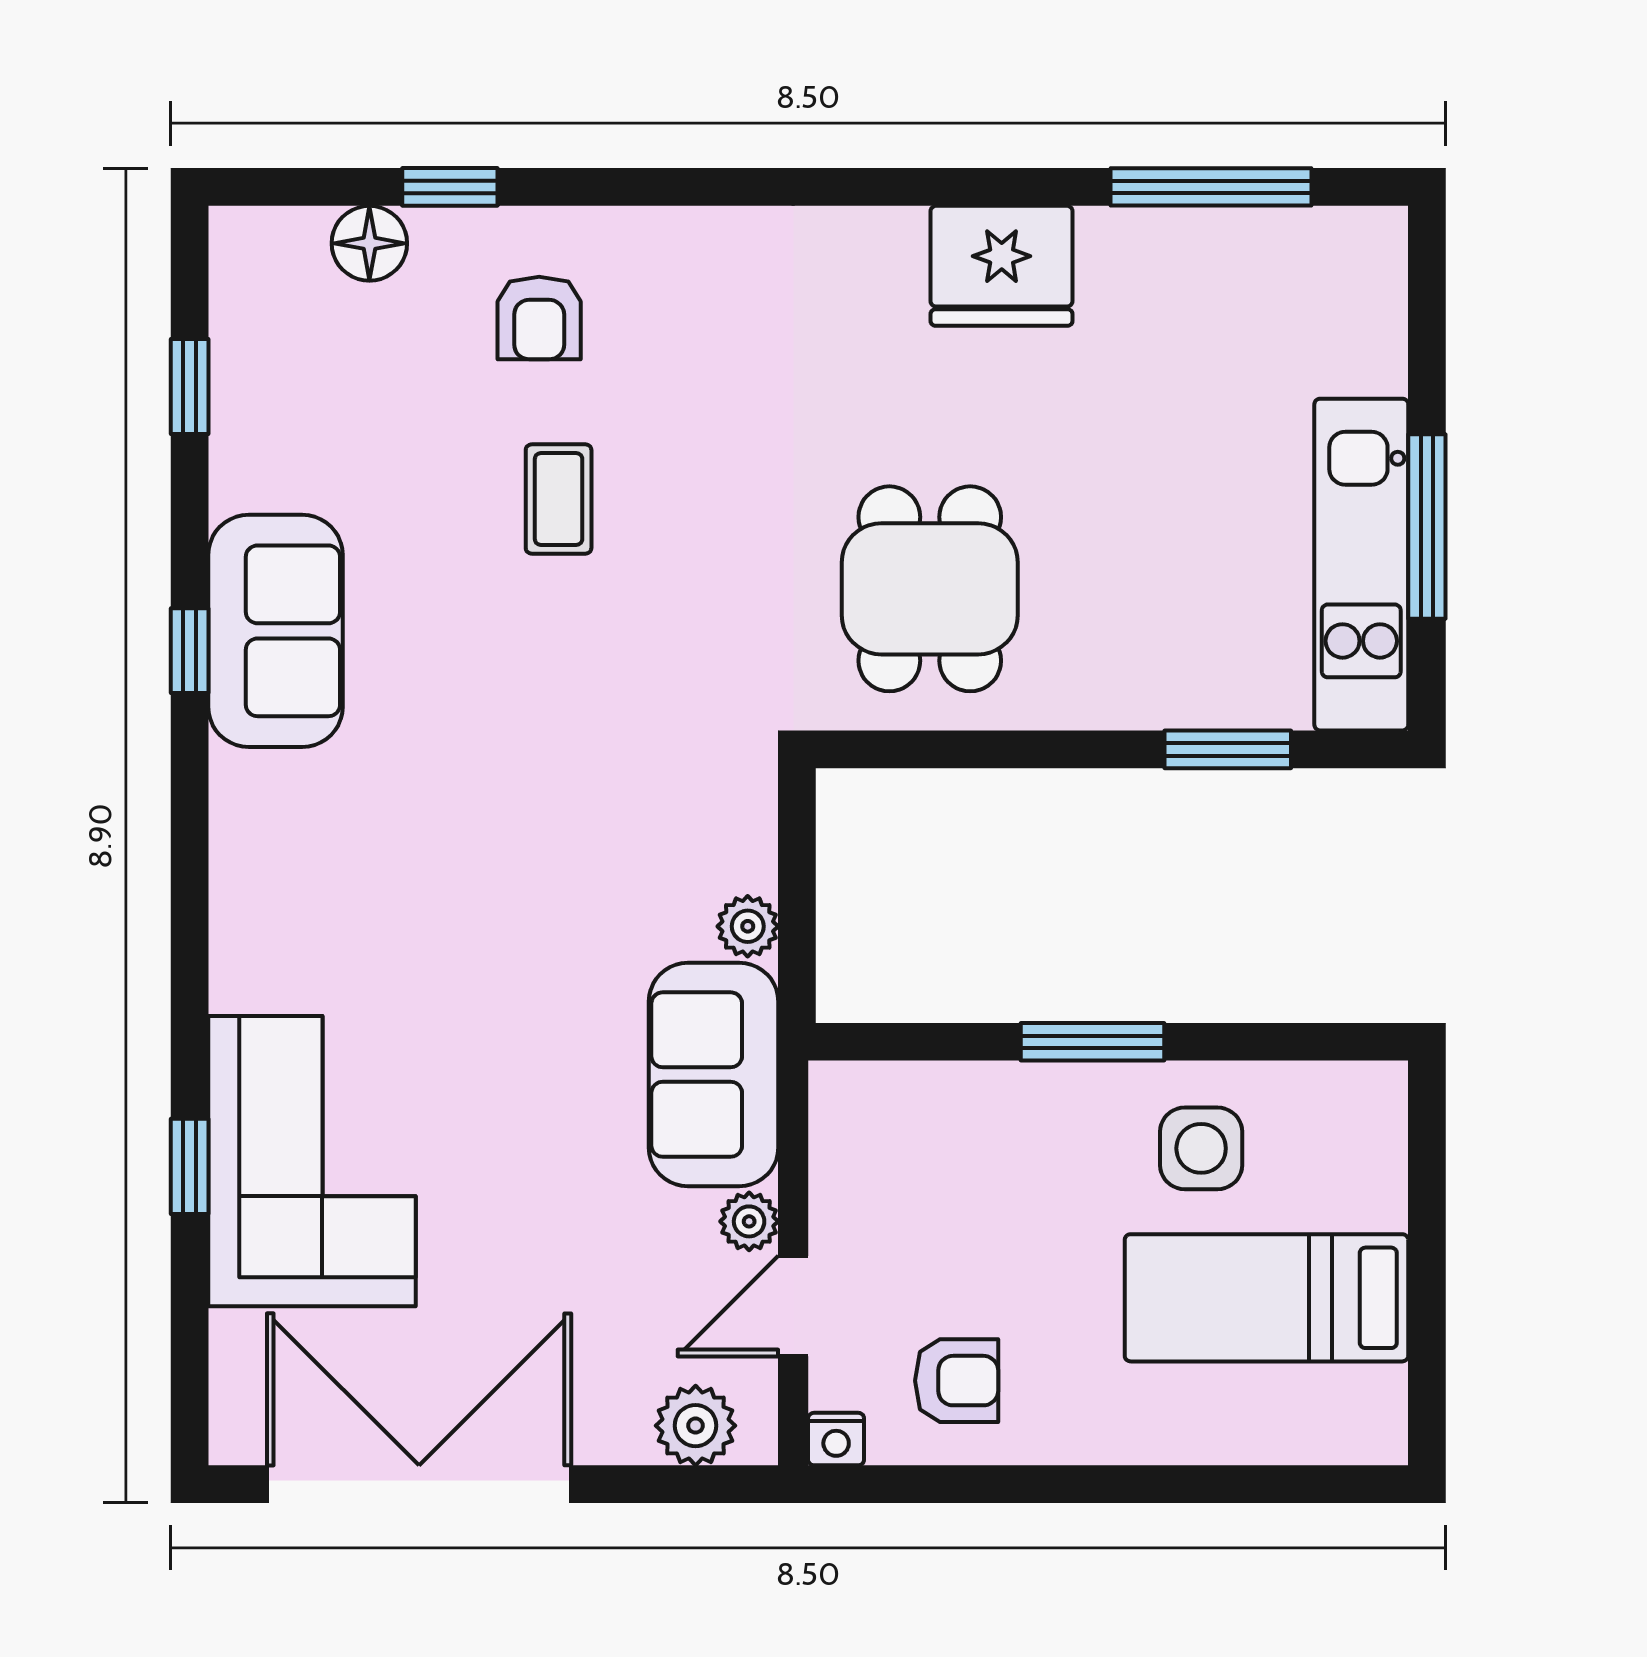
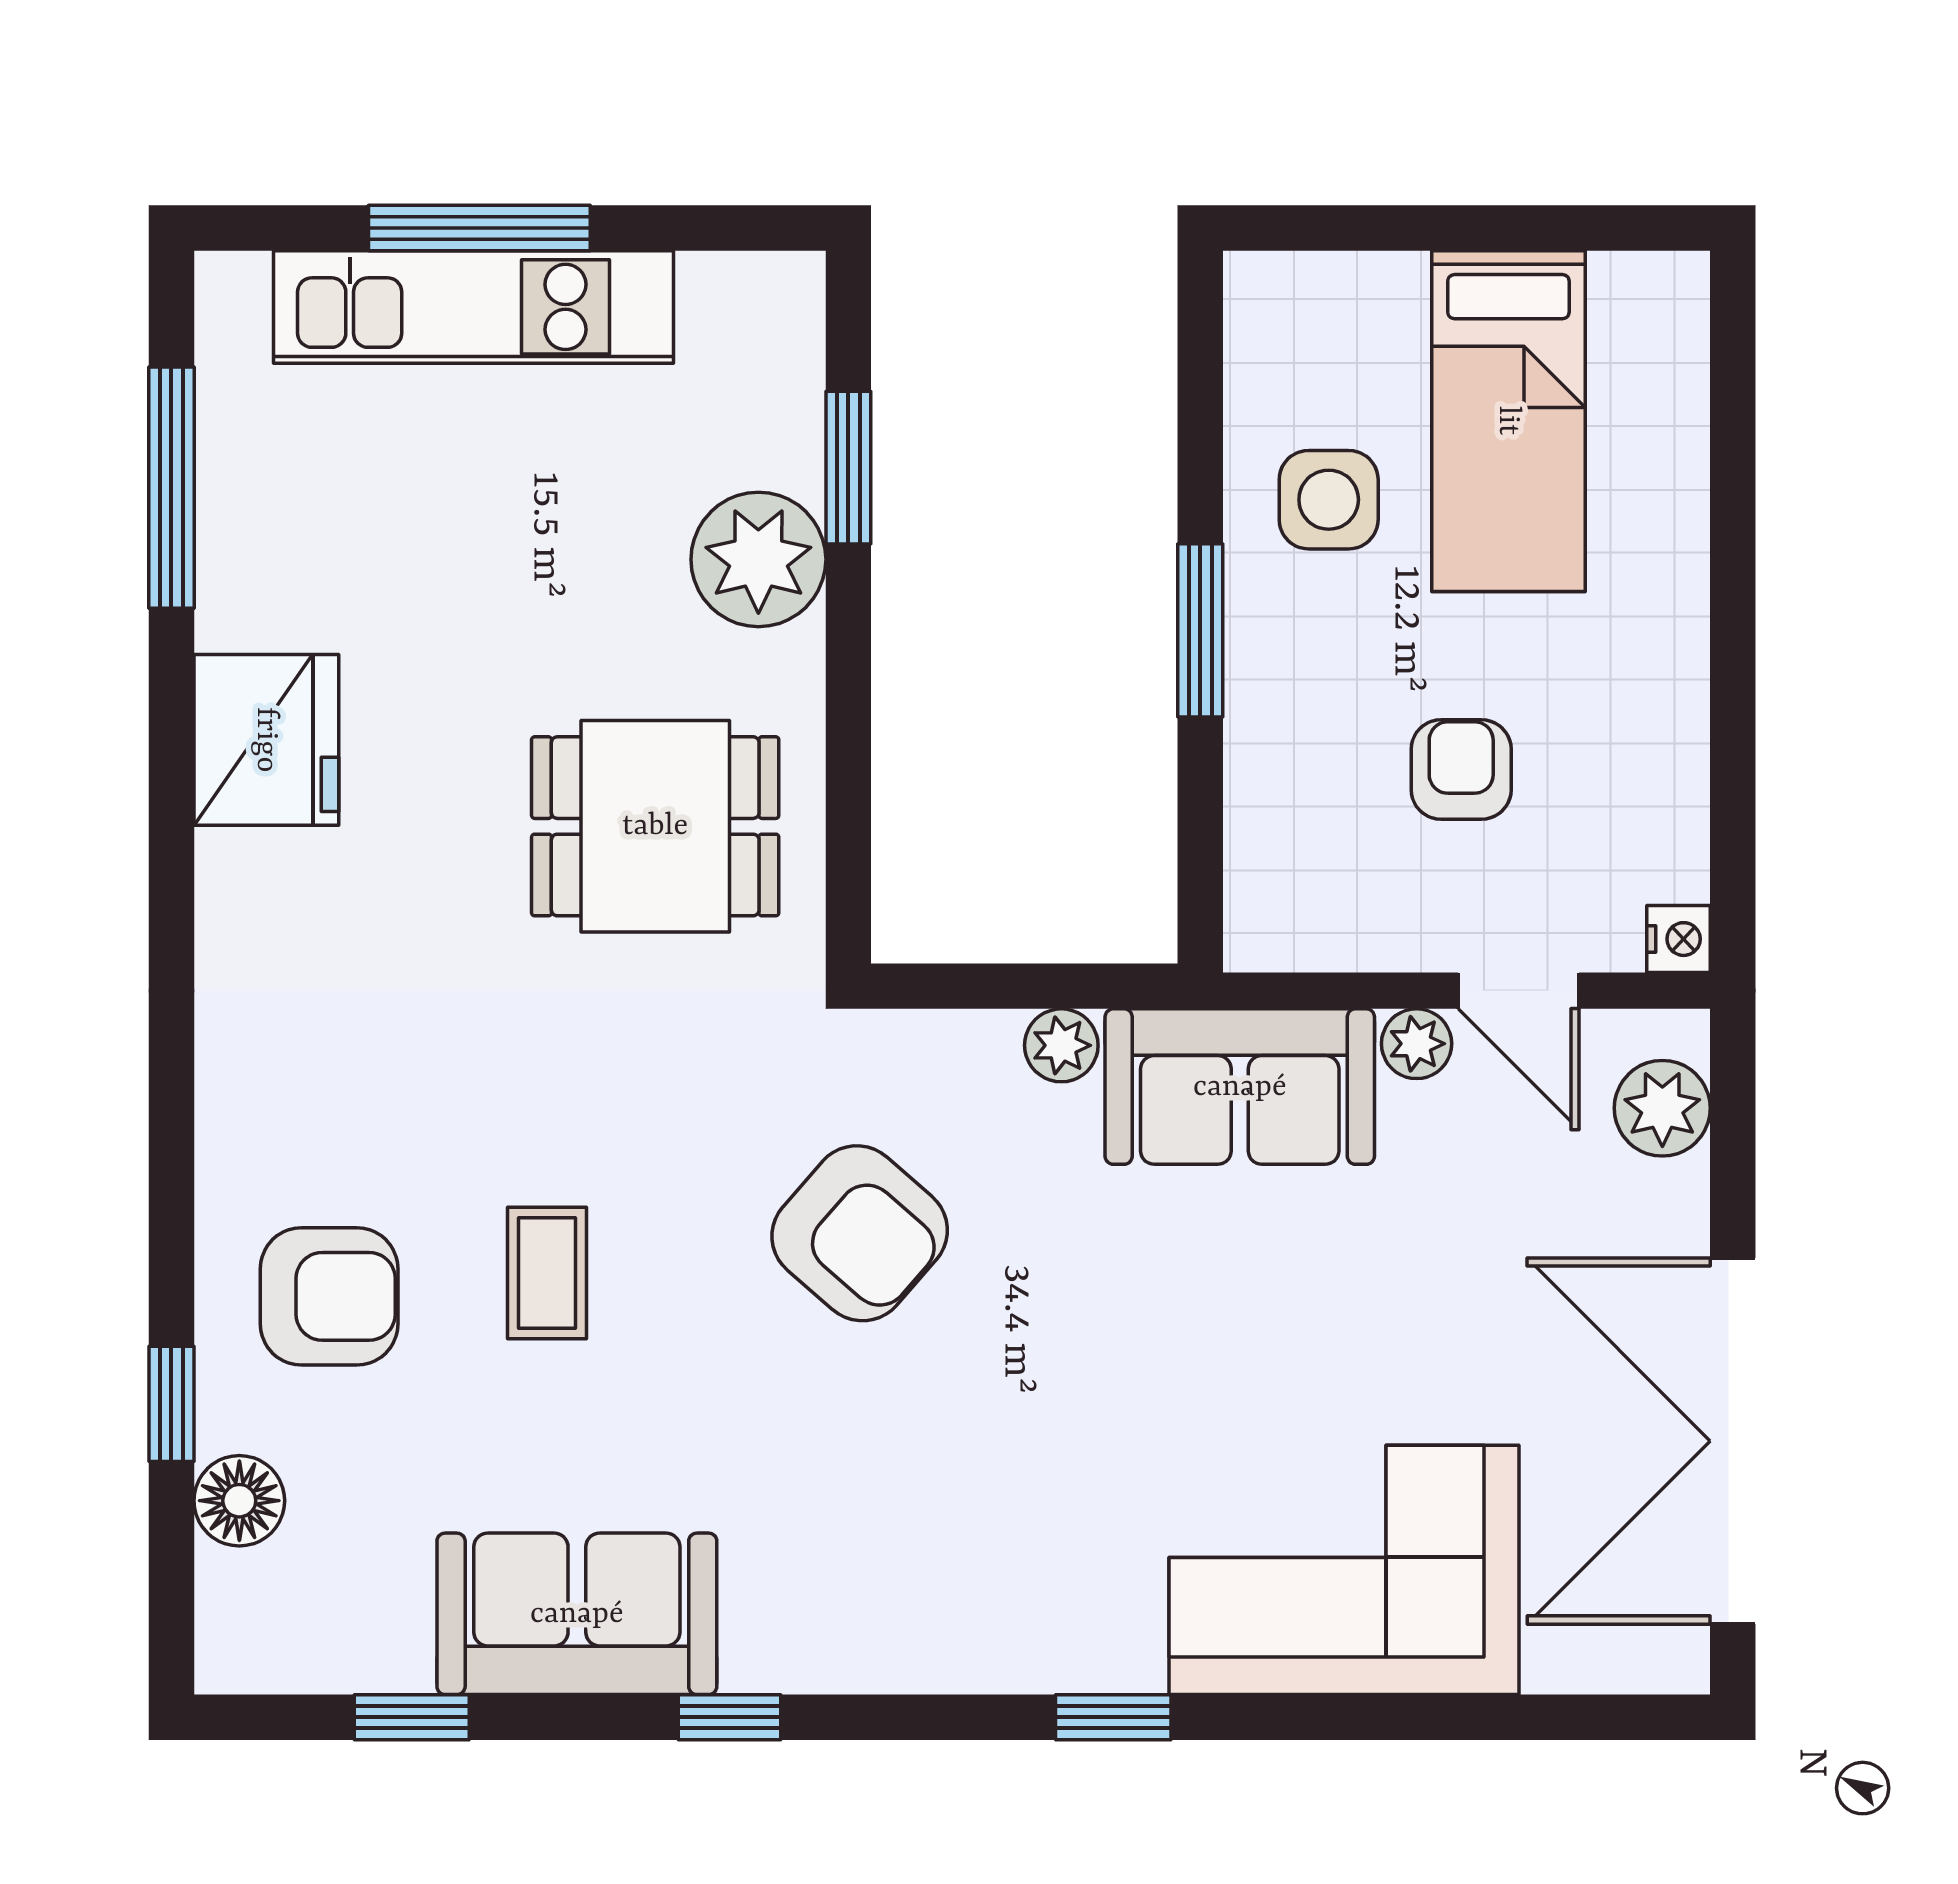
armchair: (539, 318) -> (329, 1296), width x1.38, depth x1.38
coffee table: (559, 499) -> (547, 1273), turned 90
window: (1427, 526) -> (479, 228), moved
kitchen unit: (1361, 565) -> (474, 307), moved
sofa: (275, 631) -> (577, 1614), moved
plant: (1151, 675) -> (758, 559), added
armchair: (592, 759) -> (860, 1233), added
window: (190, 1166) -> (1113, 1717), moved
armchair: (957, 1381) -> (1461, 769), moved

